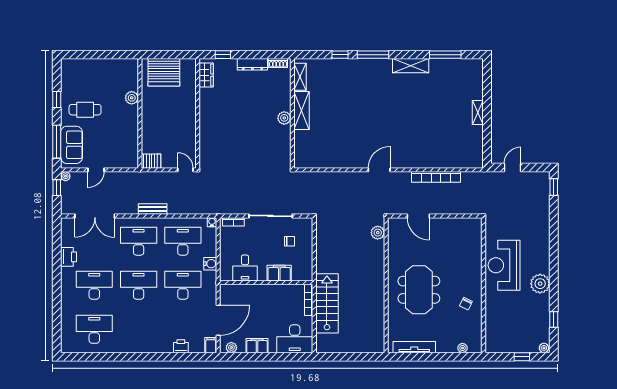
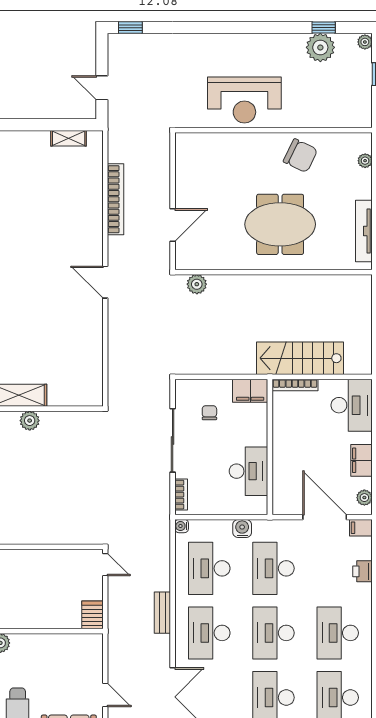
shelving: (478, 112) -> (69, 138), moved
door: (185, 170) -> (105, 565), swing flipped
desk: (245, 268) -> (248, 471), width x1.37
filing cabinet: (279, 273) -> (250, 391), moved, turned -90
plant: (540, 284) -> (320, 47), moved
chair: (466, 304) -> (300, 156), width x1.87, depth x1.87
desk: (139, 329) -> (338, 633), added

